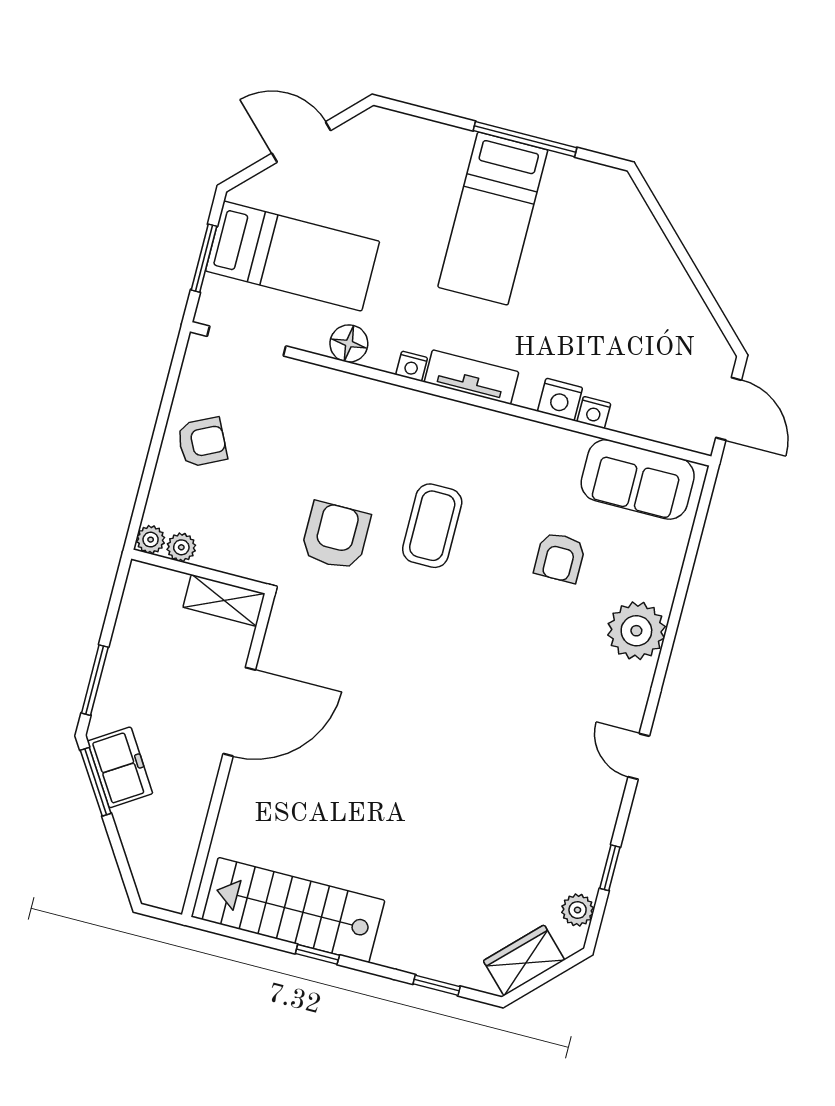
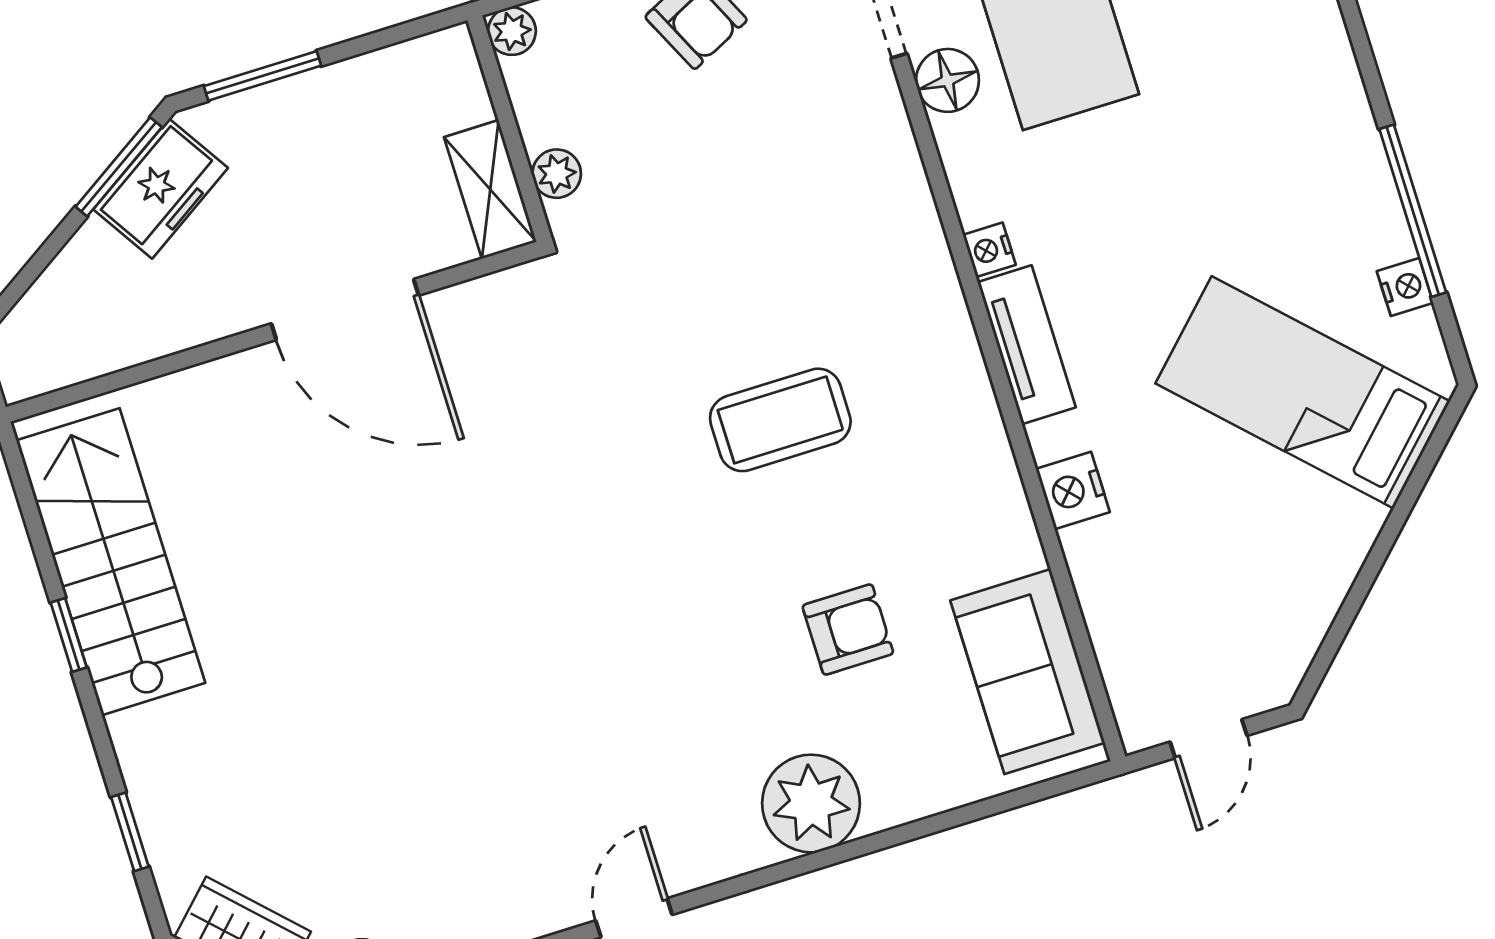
bed: (493, 219) -> (1303, 392), moved, turned 45
floor lamp: (349, 343) -> (947, 80), moved
door: (729, 409) -> (1208, 739), width x0.73
nightstand: (594, 412) -> (1405, 287), moved, turned 180
armchair: (336, 536) -> (681, 291), removed
plant: (181, 547) -> (557, 174), moved
armchair: (560, 557) -> (848, 630), turned 180

